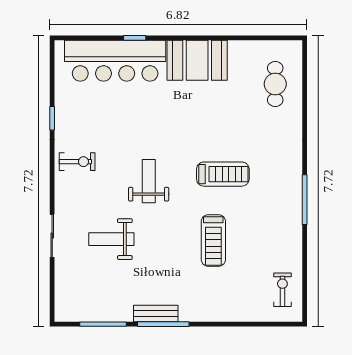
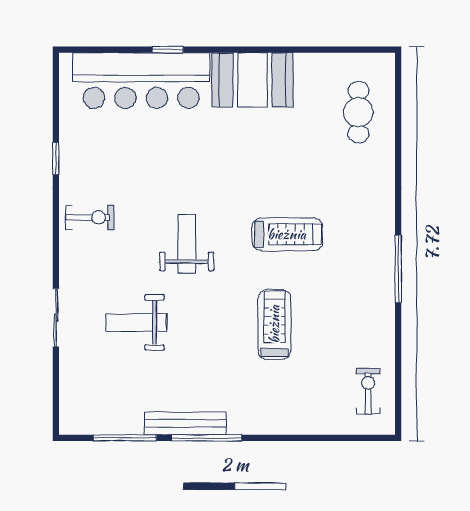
treadmill: (213, 240) -> (274, 324), turned 180
bench: (156, 314) -> (185, 423), width x1.36

